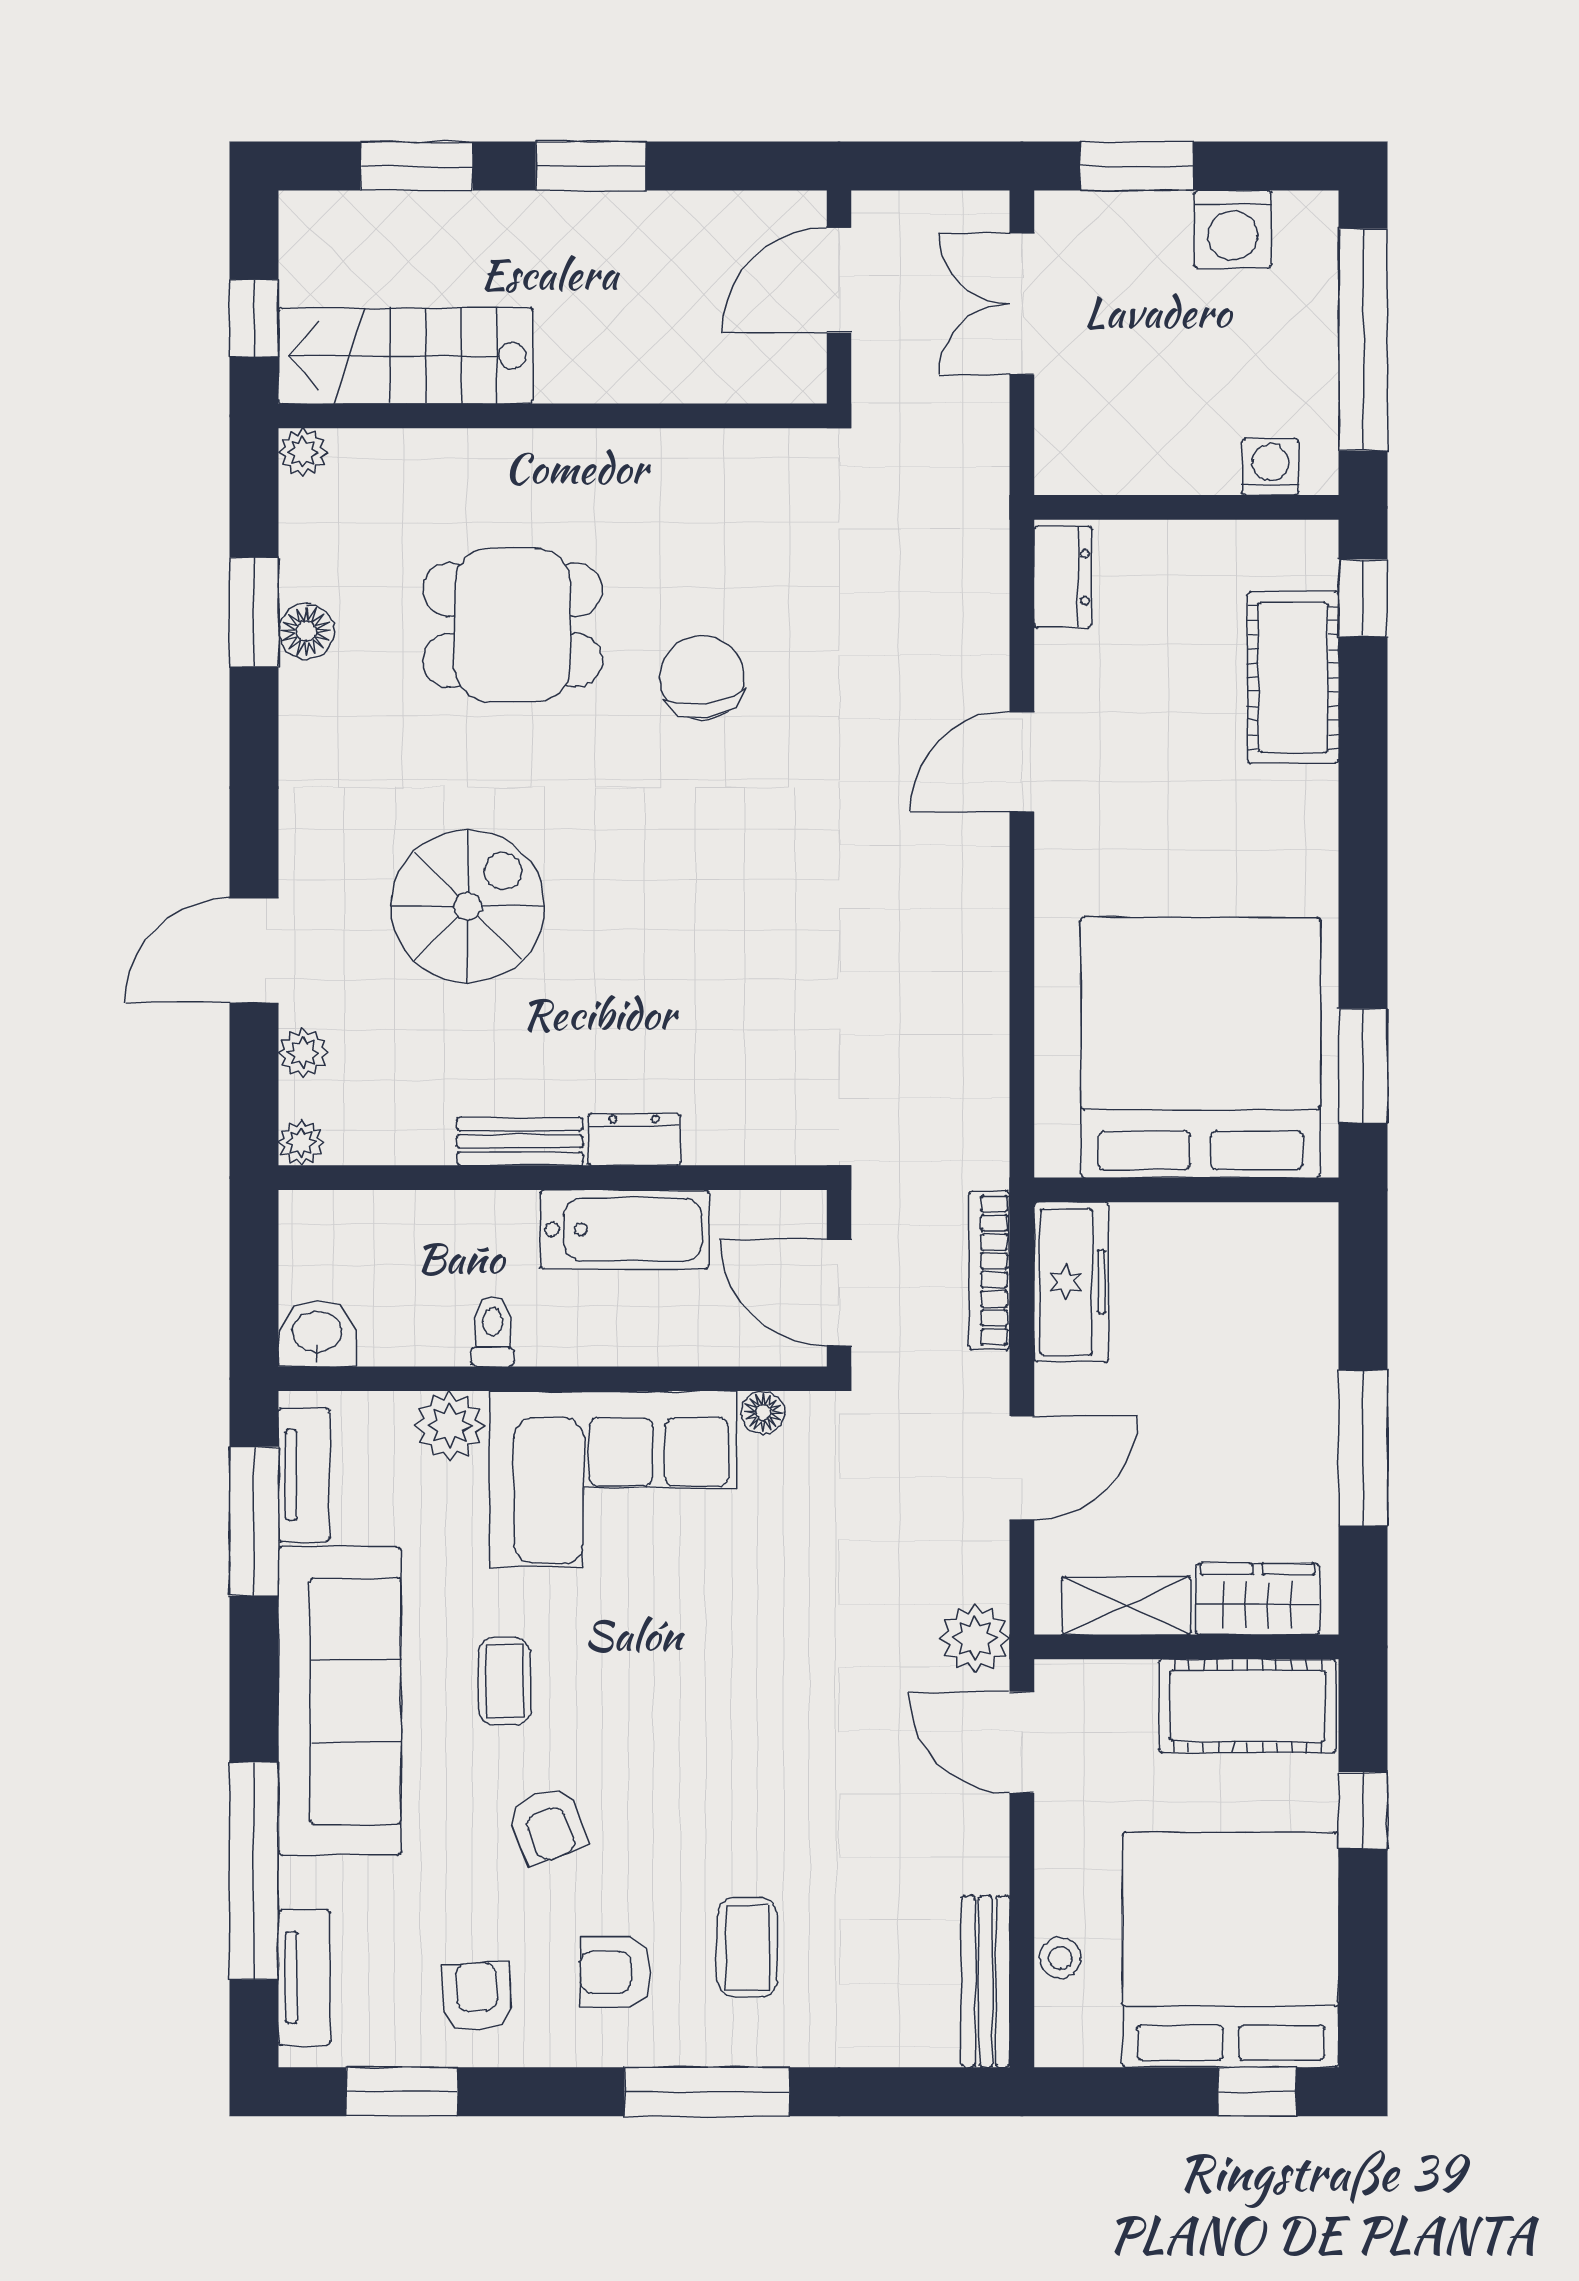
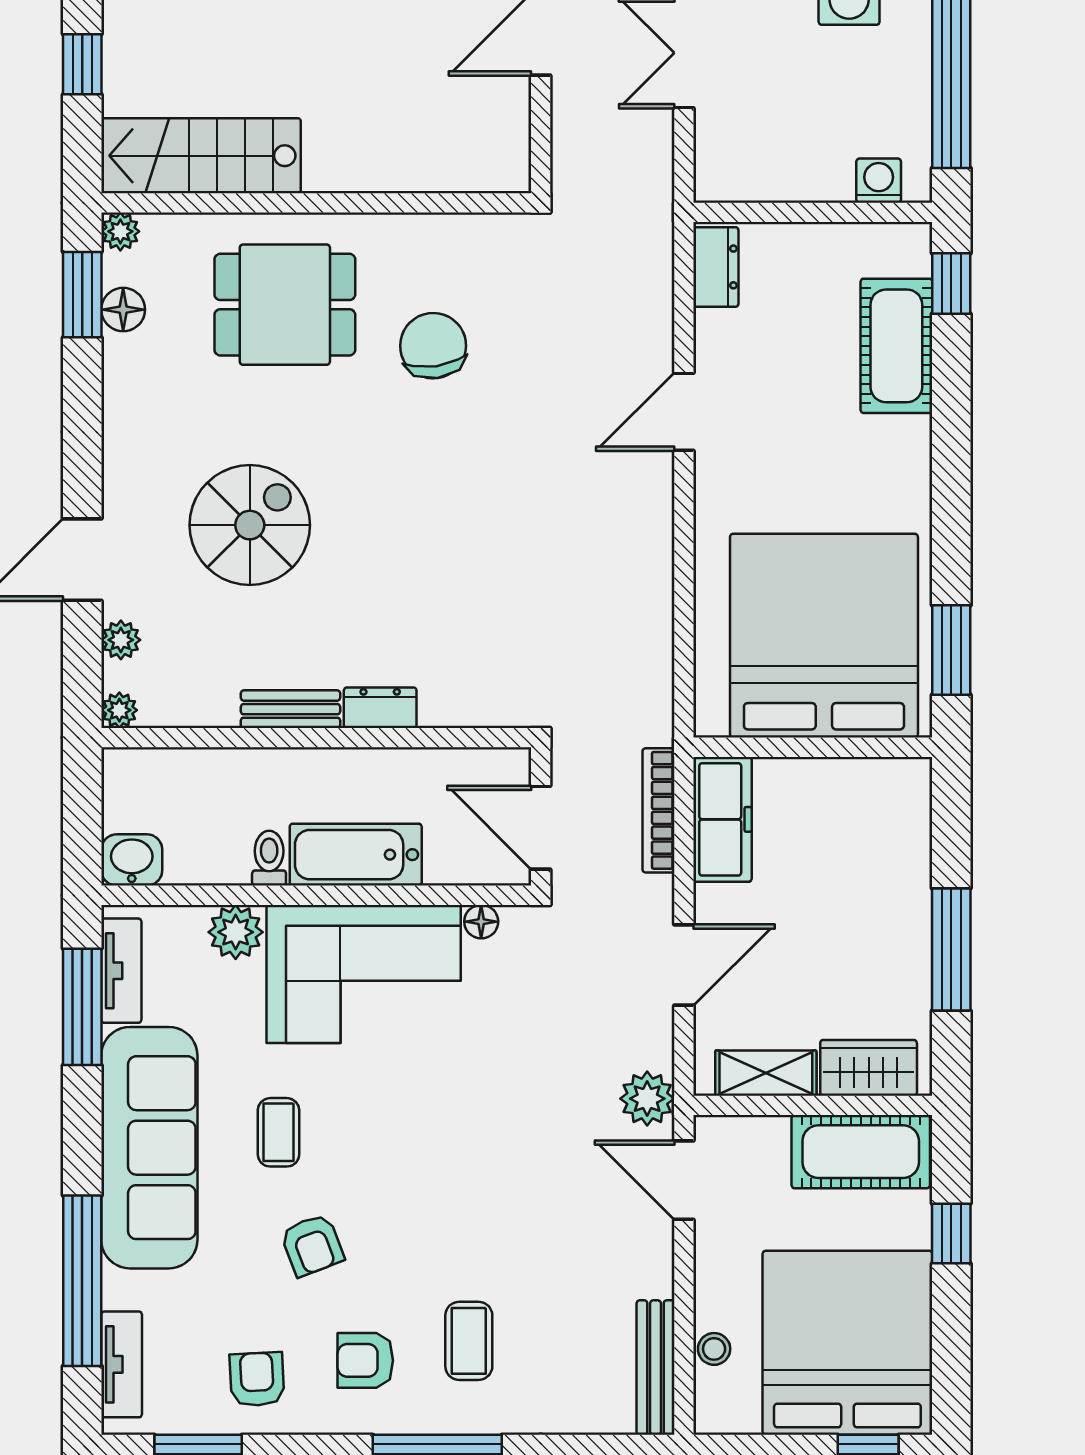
stairs: (406, 356) -> (201, 156), moved
wall: (553, 416) -> (316, 203), moved
plant: (303, 452) -> (120, 231), moved
bathtub: (624, 1229) -> (356, 855), moved, turned 180

